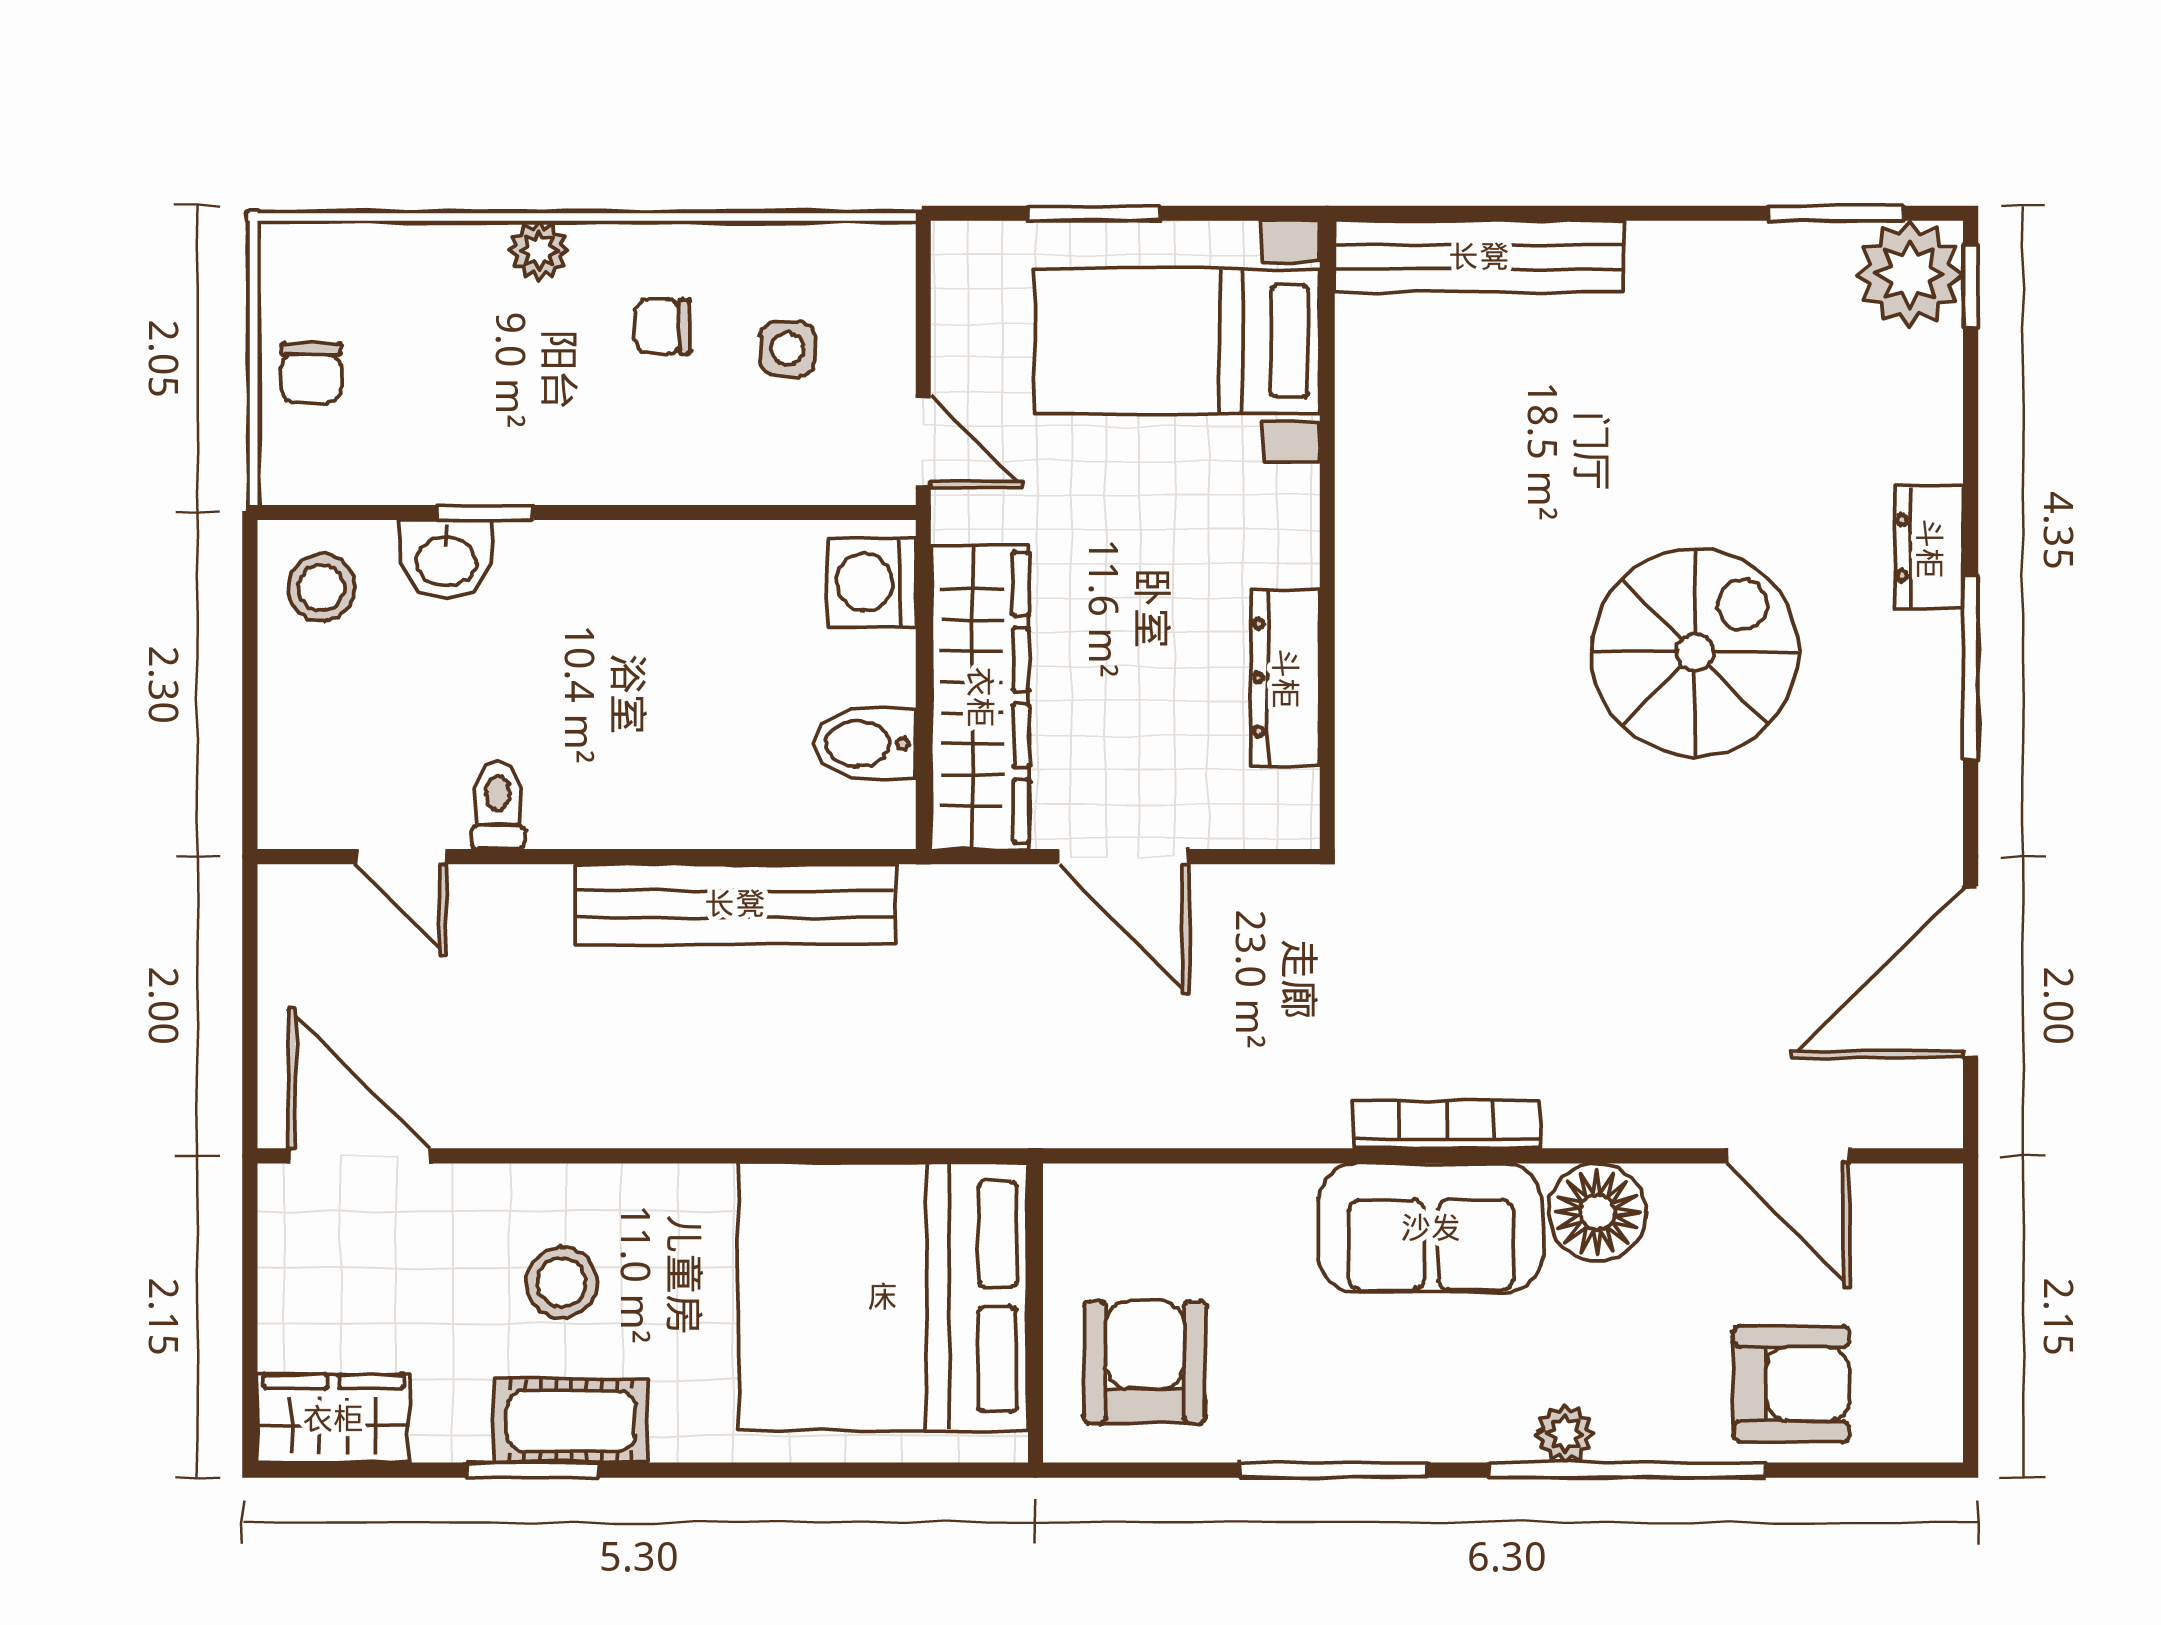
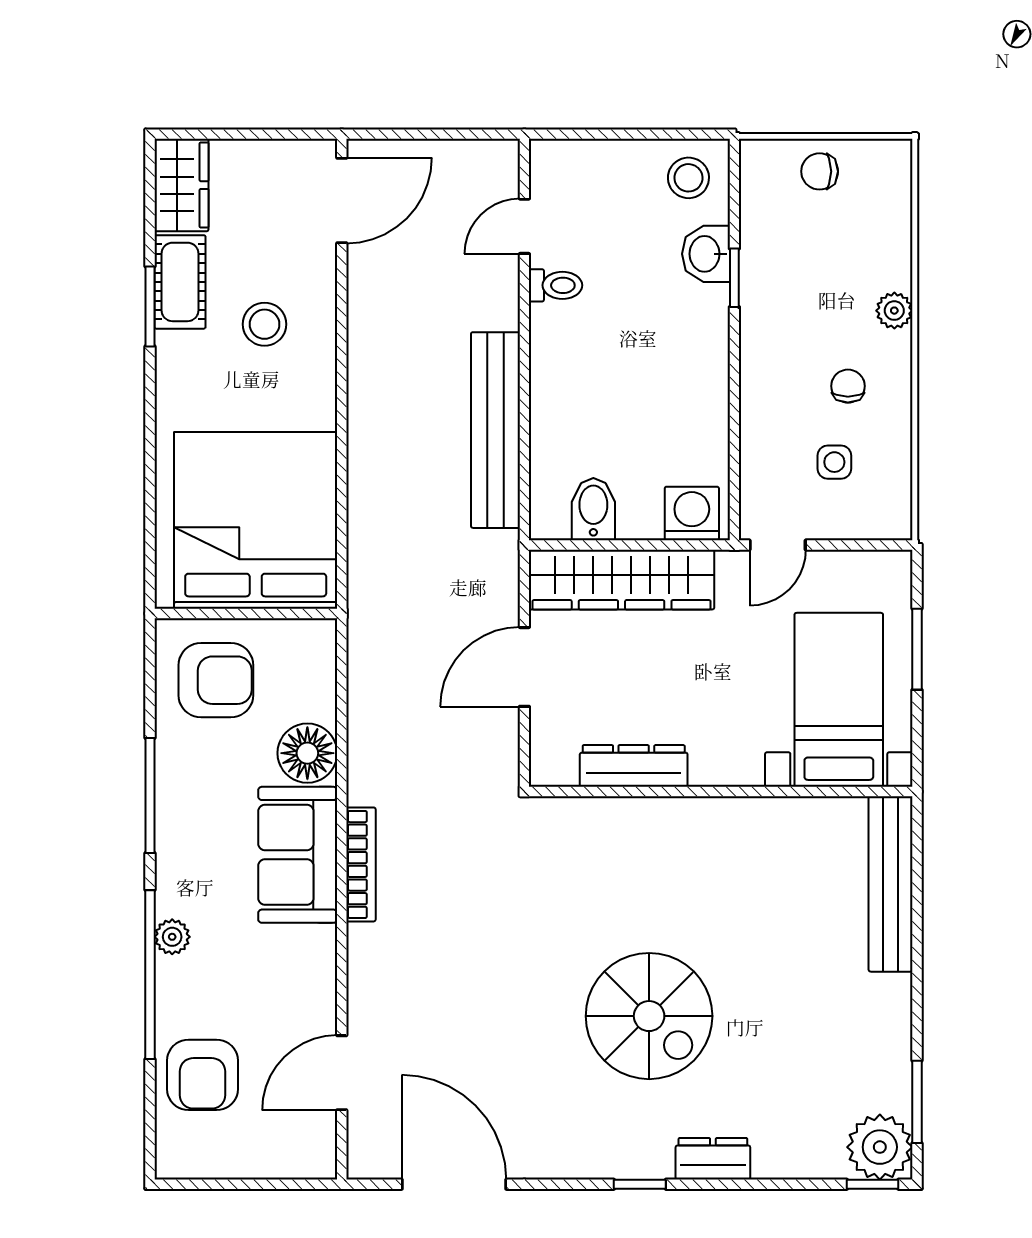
window: (1971, 667) -> (640, 1184), width x0.46
floor lamp: (1597, 1212) -> (307, 753), moved
cot: (571, 1421) -> (180, 282), moved

